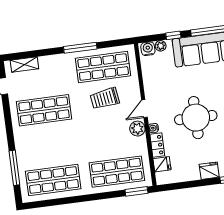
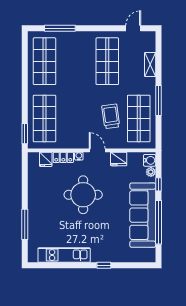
shelving: (24, 65) -> (150, 64), moved
plant: (137, 129) -> (80, 142), removed
fridge: (209, 171) -> (119, 159), moved, turned 90

